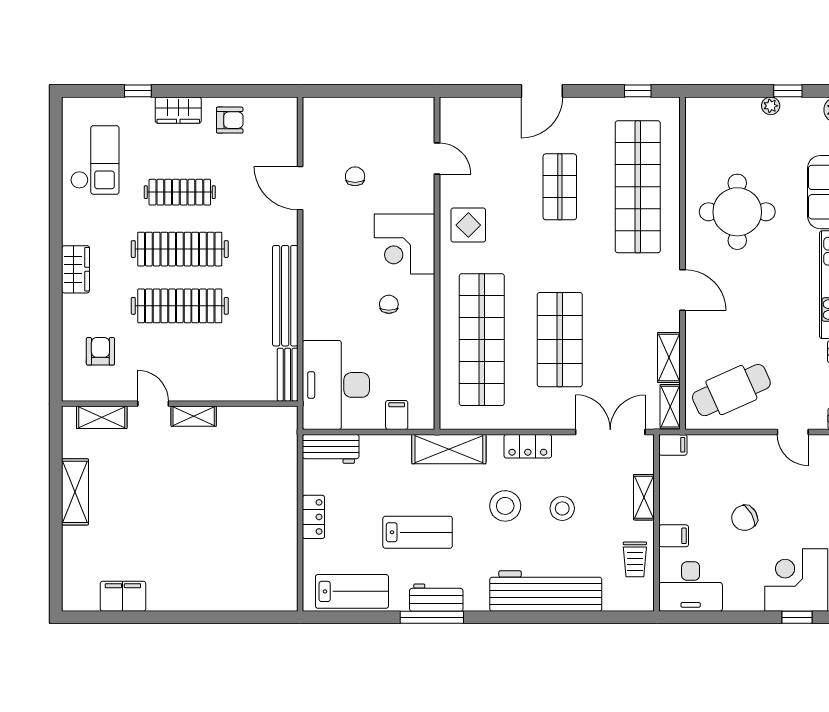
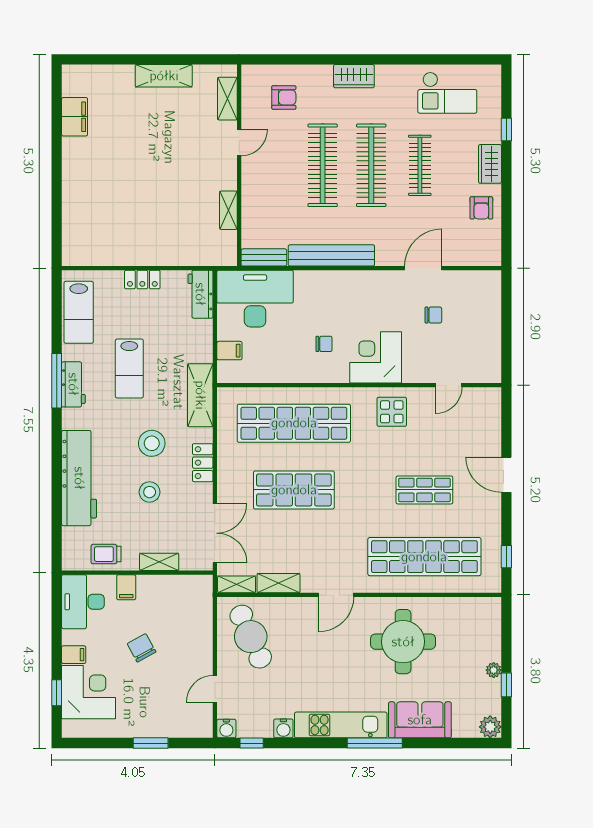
shelving: (194, 416) -> (228, 210), moved
filing cabinet: (673, 445) -> (74, 655), moved, turned -90

